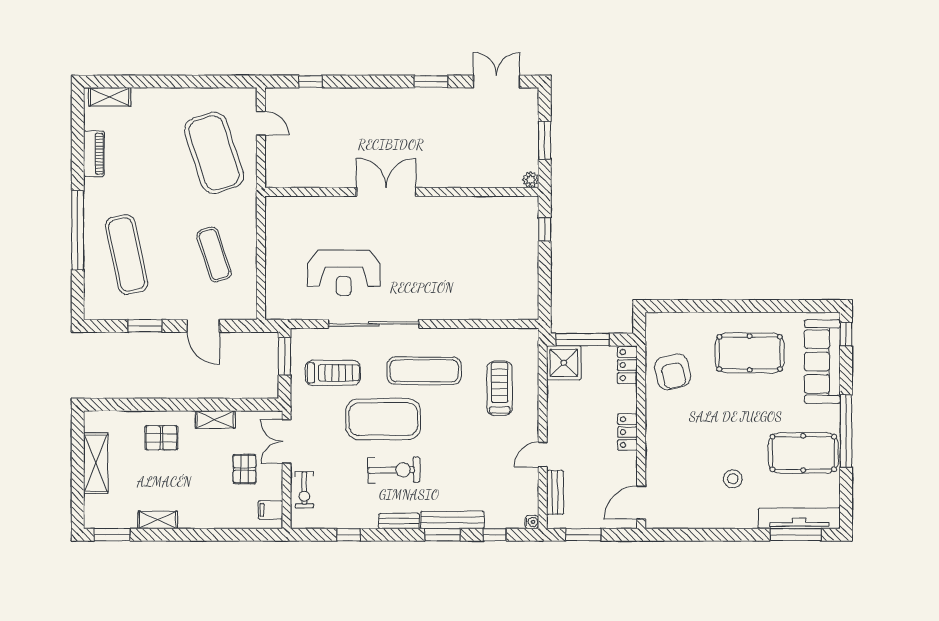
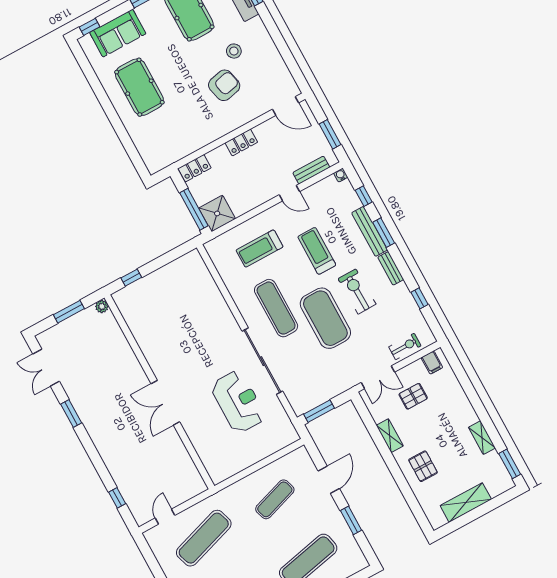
exercise mat: (214, 153) -> (204, 538), width x0.68
sofa: (822, 362) -> (118, 33), width x0.73
armchair: (673, 372) -> (224, 85), moved
treadmill: (333, 373) -> (317, 251), moved

